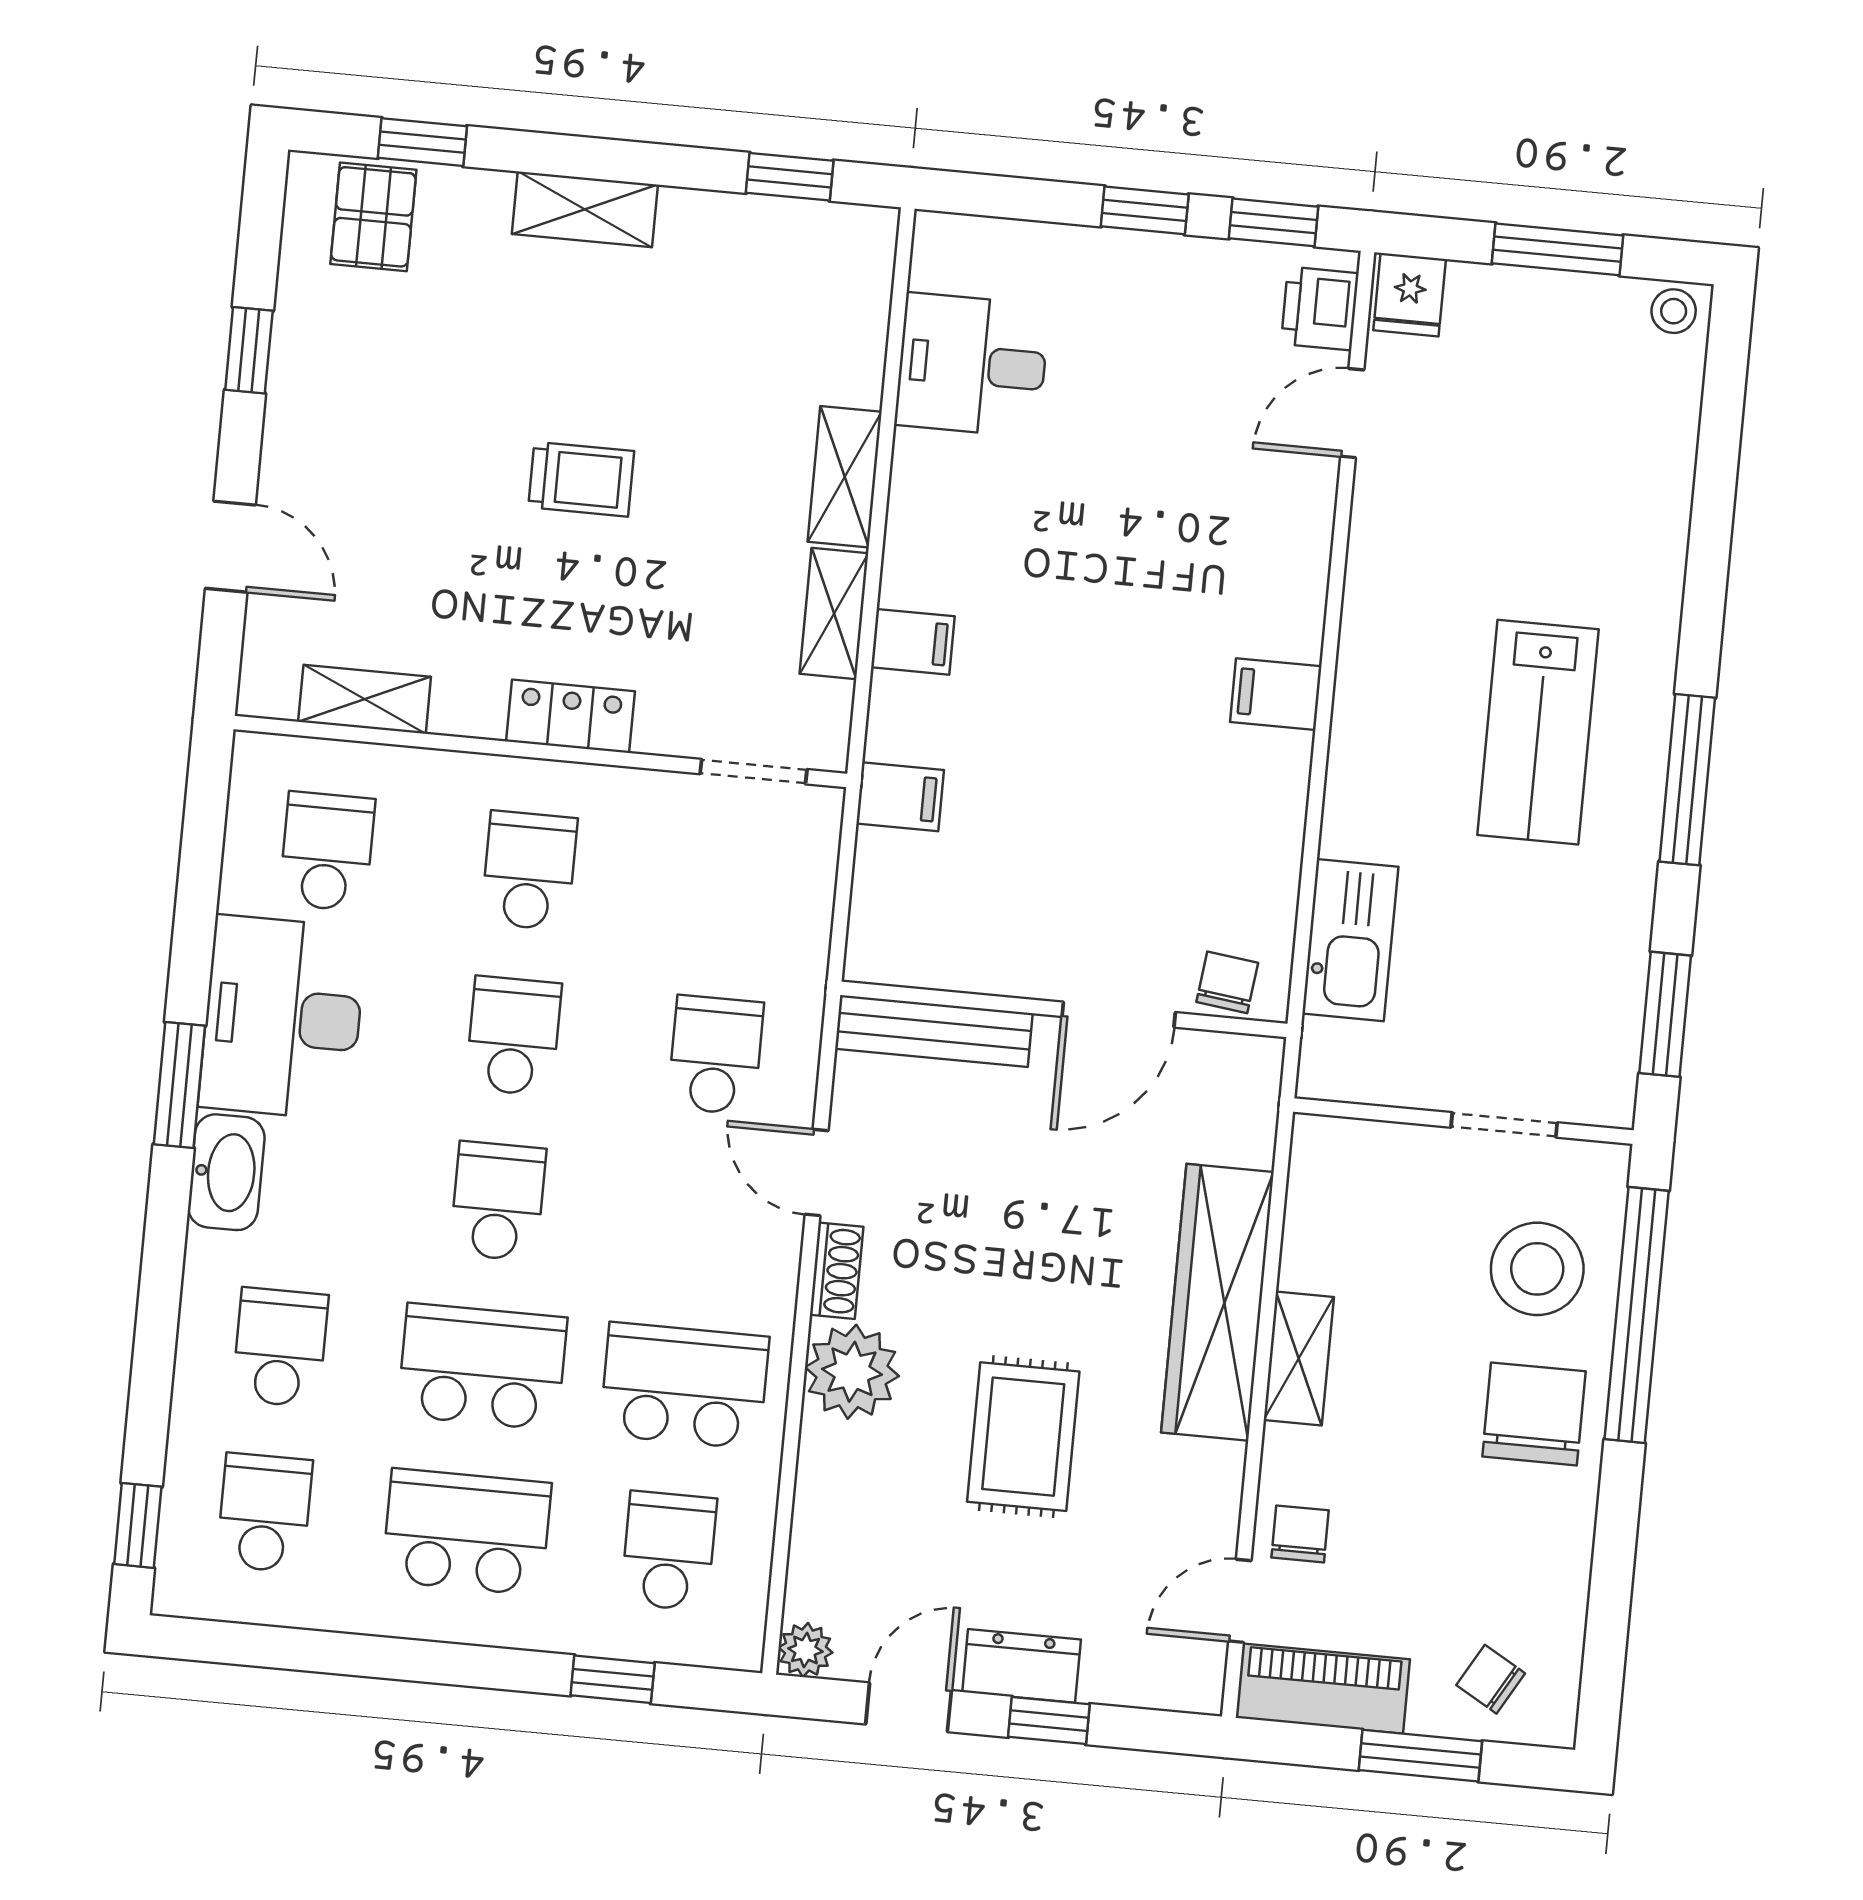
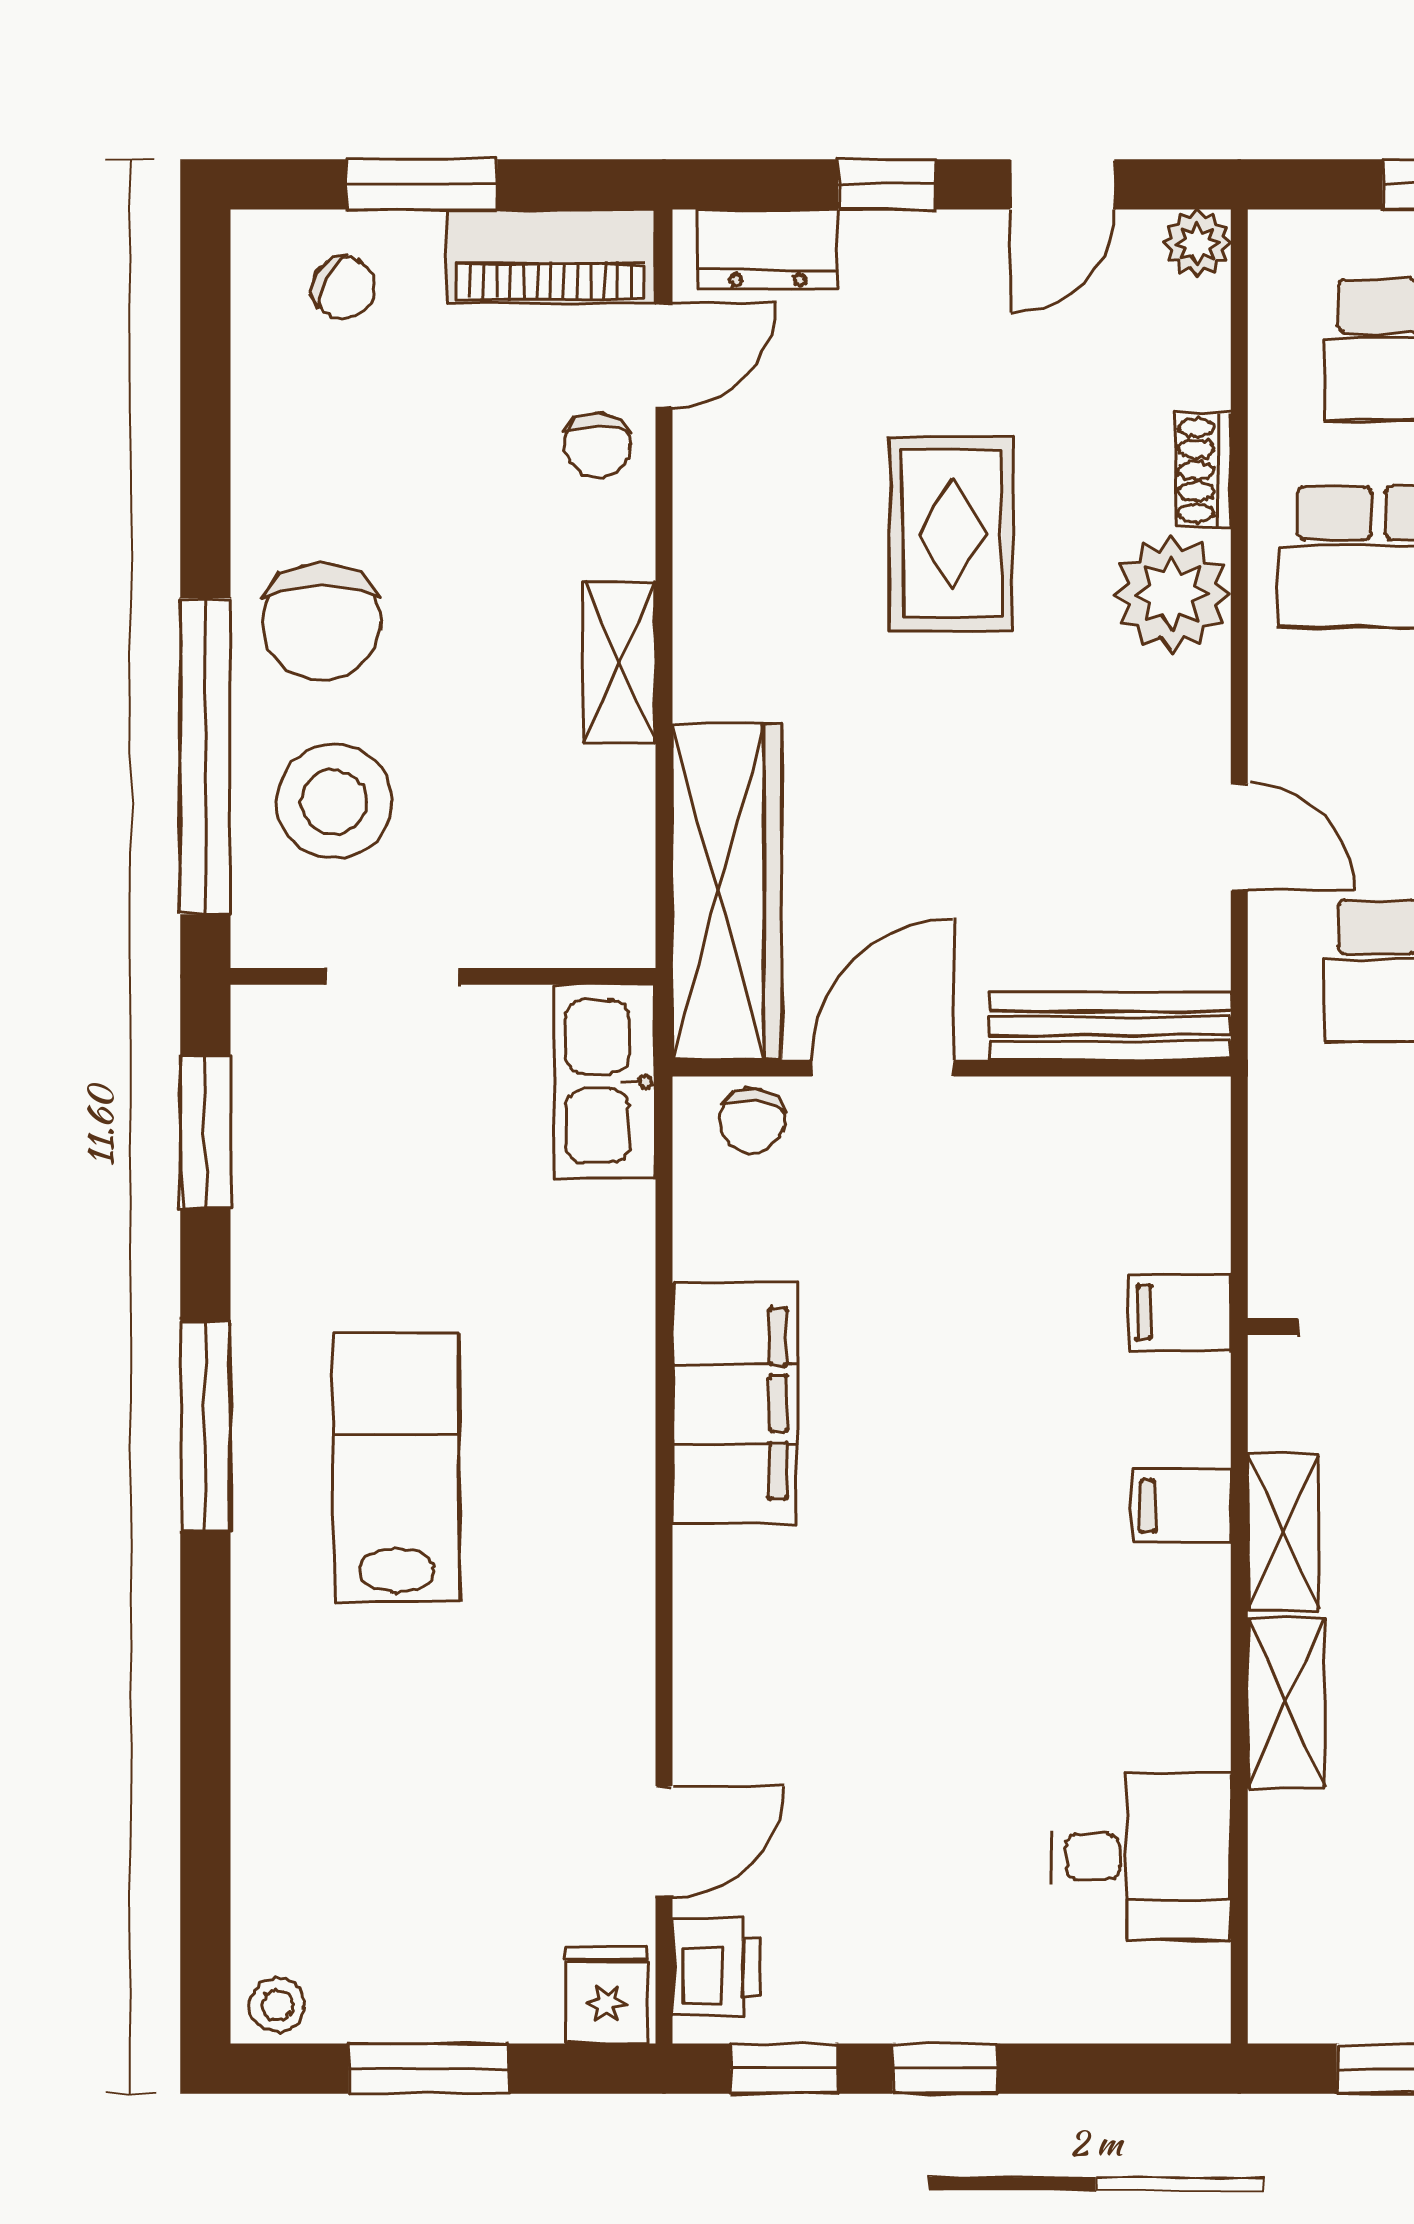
filing cabinet: (1276, 694) -> (735, 1404), width x3.00, depth x1.17
kitchen sink: (1350, 940) -> (605, 1082), moved
shoe rack: (837, 1271) -> (1203, 470), moved
wardrobe: (1217, 1302) -> (727, 892), moved
dresser: (1022, 1666) -> (768, 249), moved

